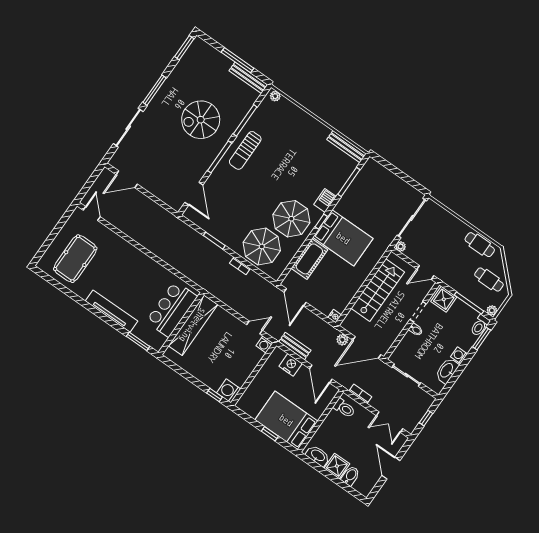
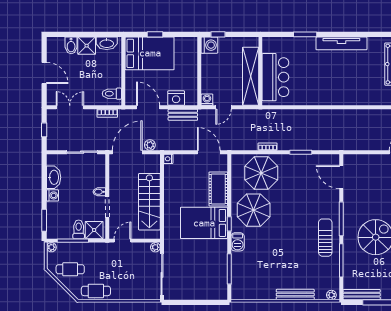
bench: (346, 147) -> (295, 295), moved
bar counter: (172, 309) -> (275, 77), moved
wall: (181, 324) -> (260, 71), moved
shelving: (193, 325) -> (251, 76), moved
toilet: (480, 326) -> (79, 229), moved

